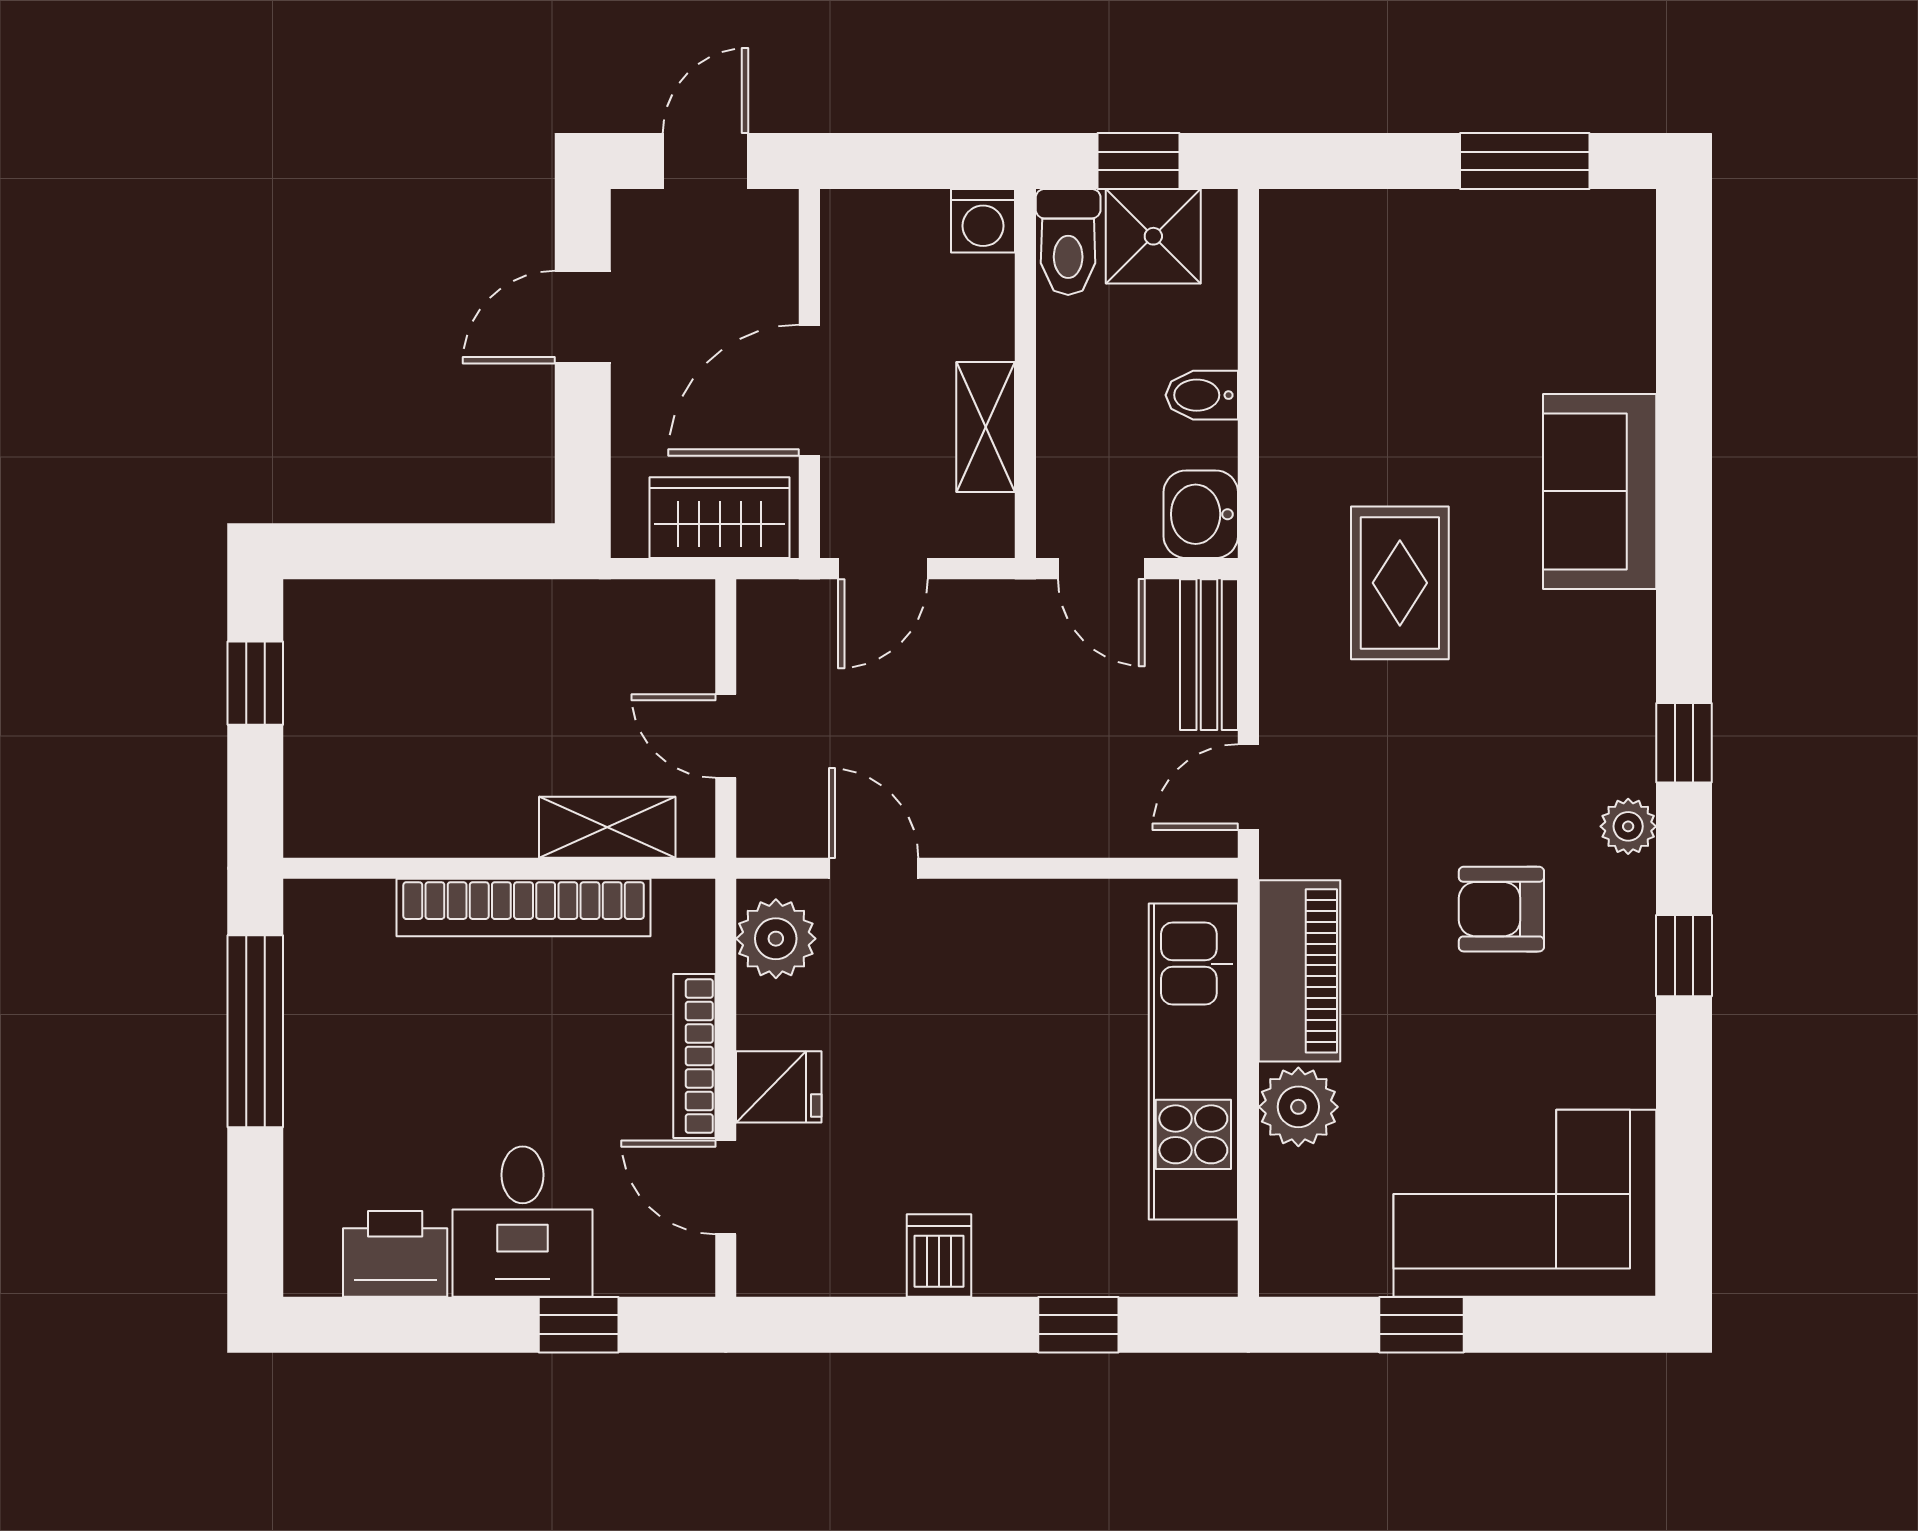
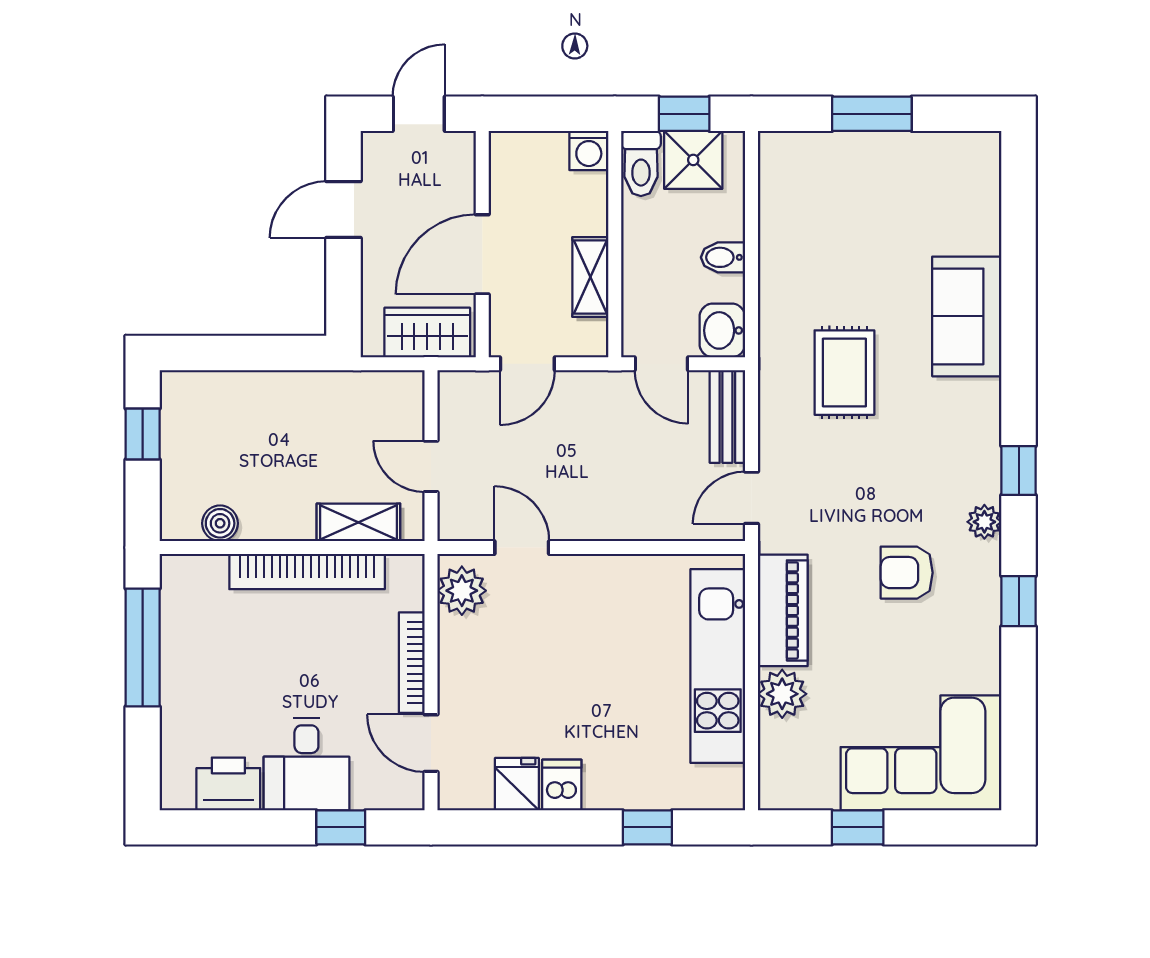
window: (1525, 161) -> (872, 114), moved
boiler: (382, 829) -> (220, 523), added
fridge: (779, 1087) -> (517, 784), moved, turned -90

